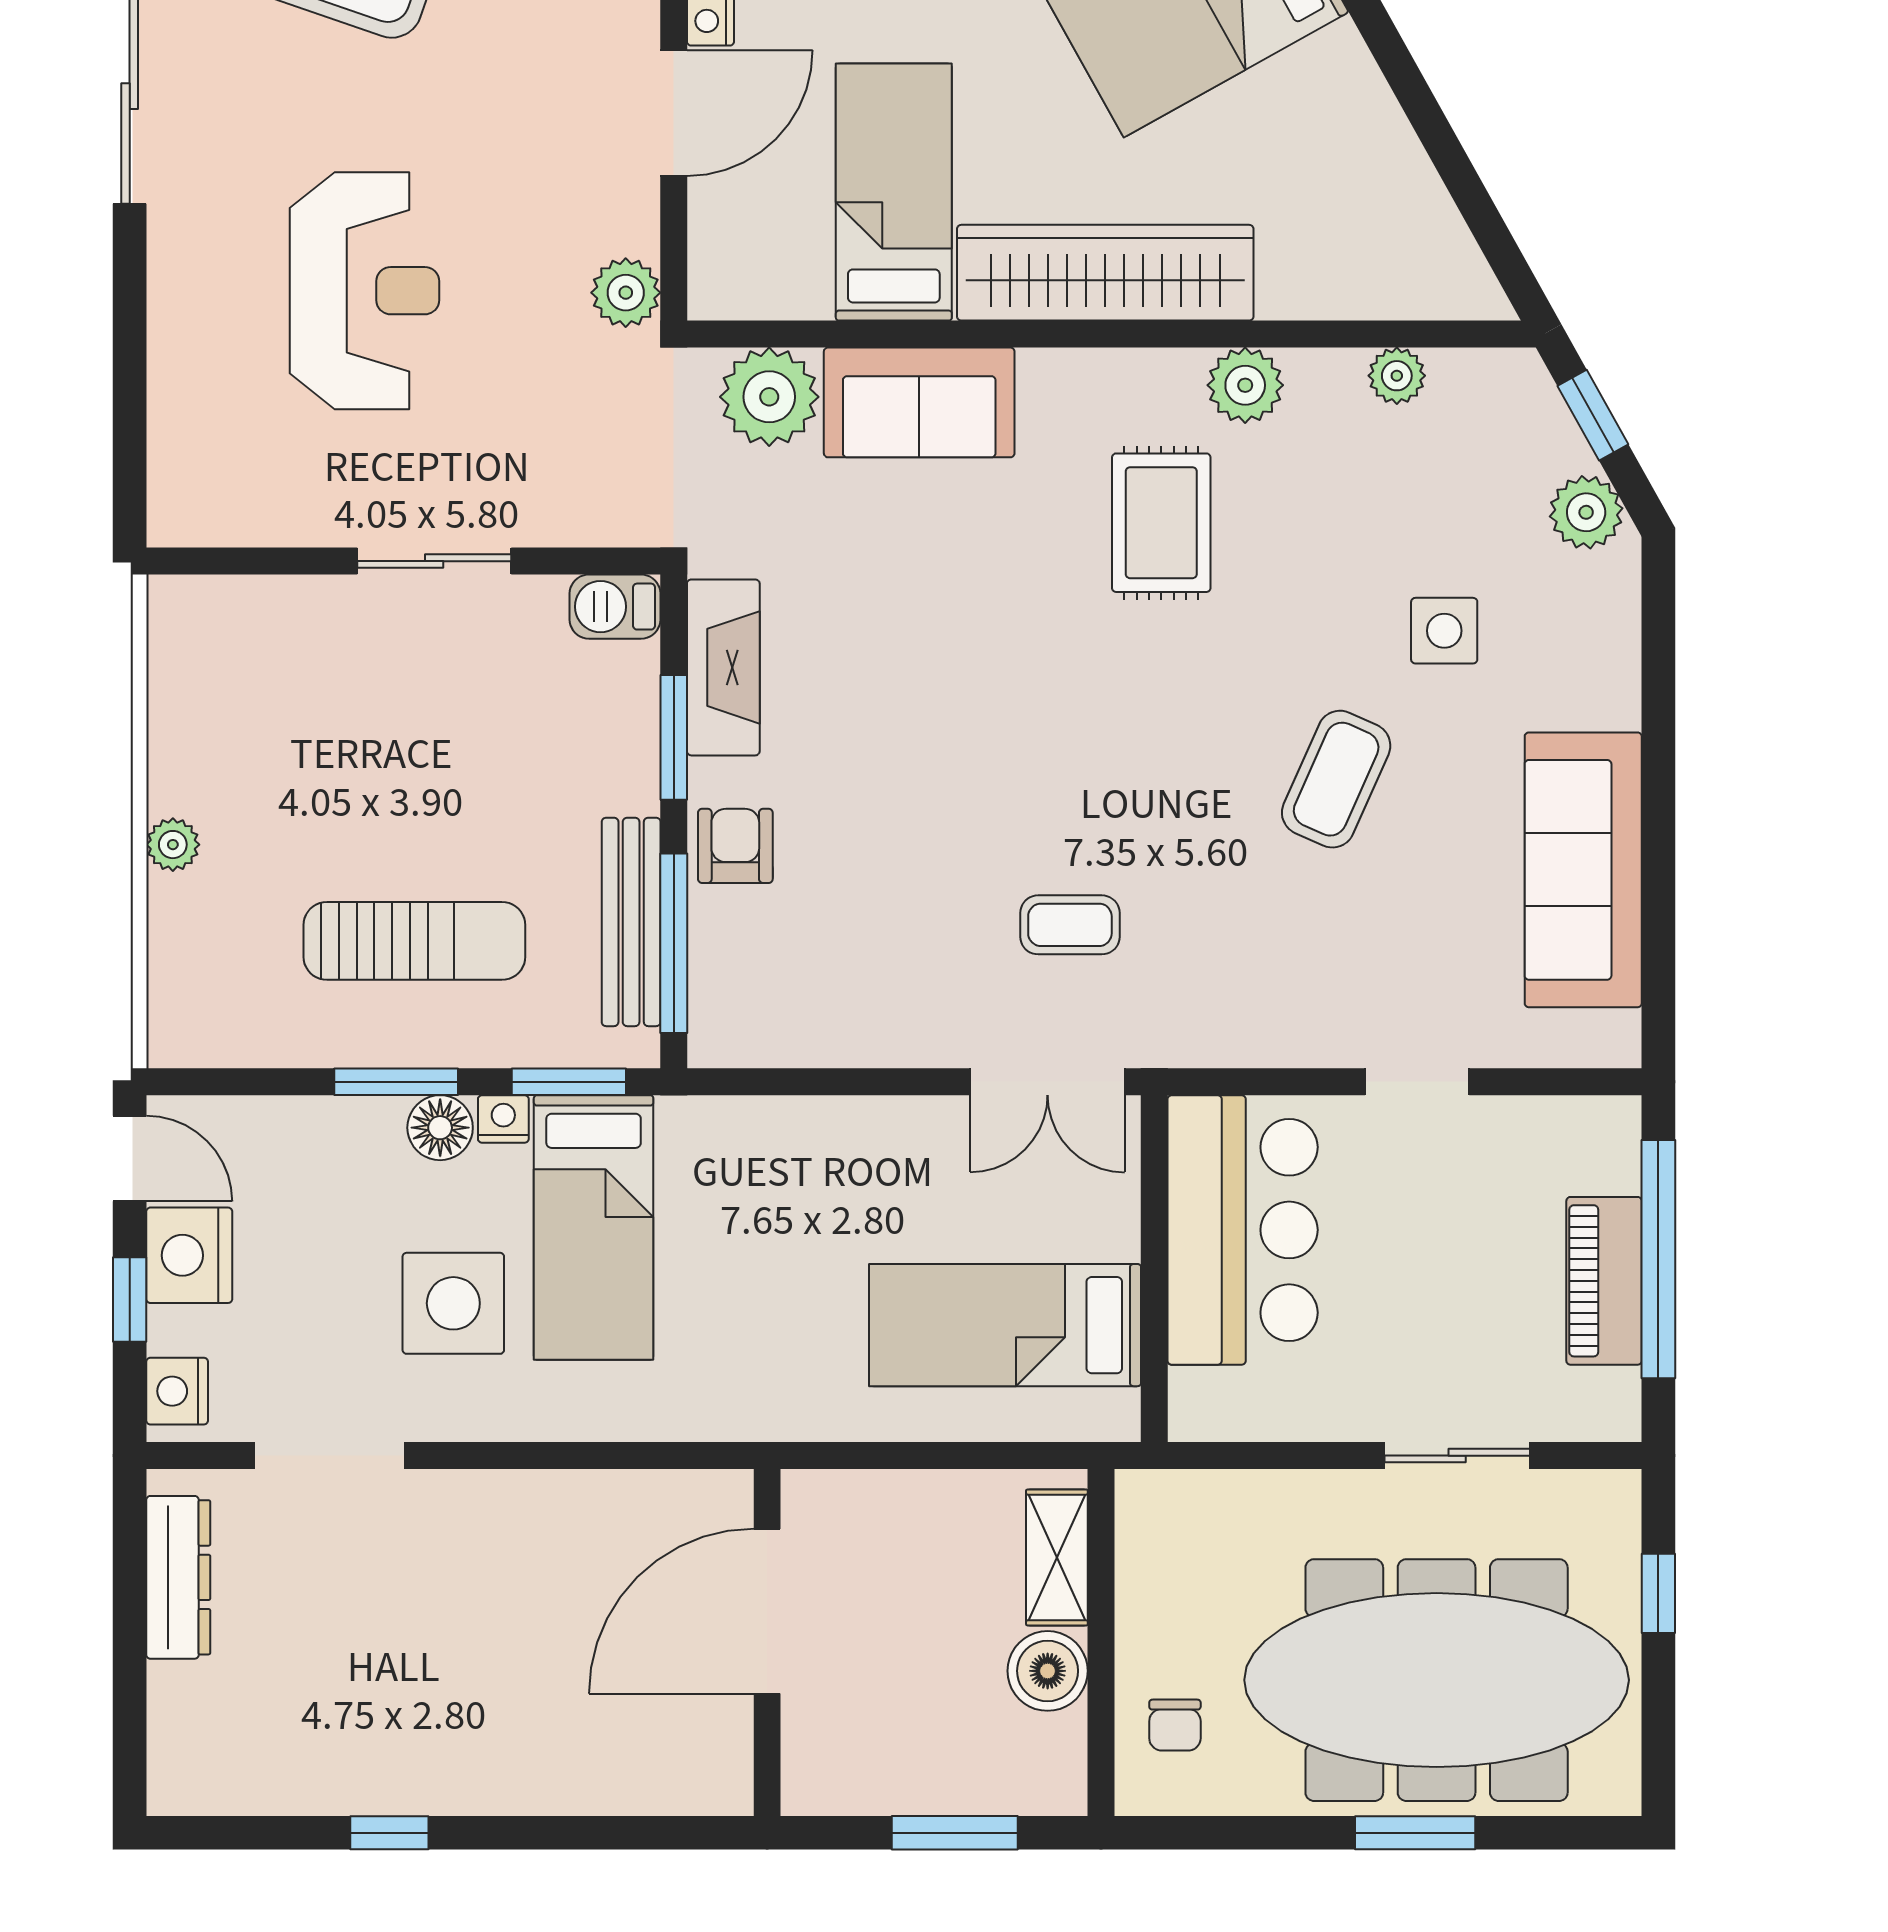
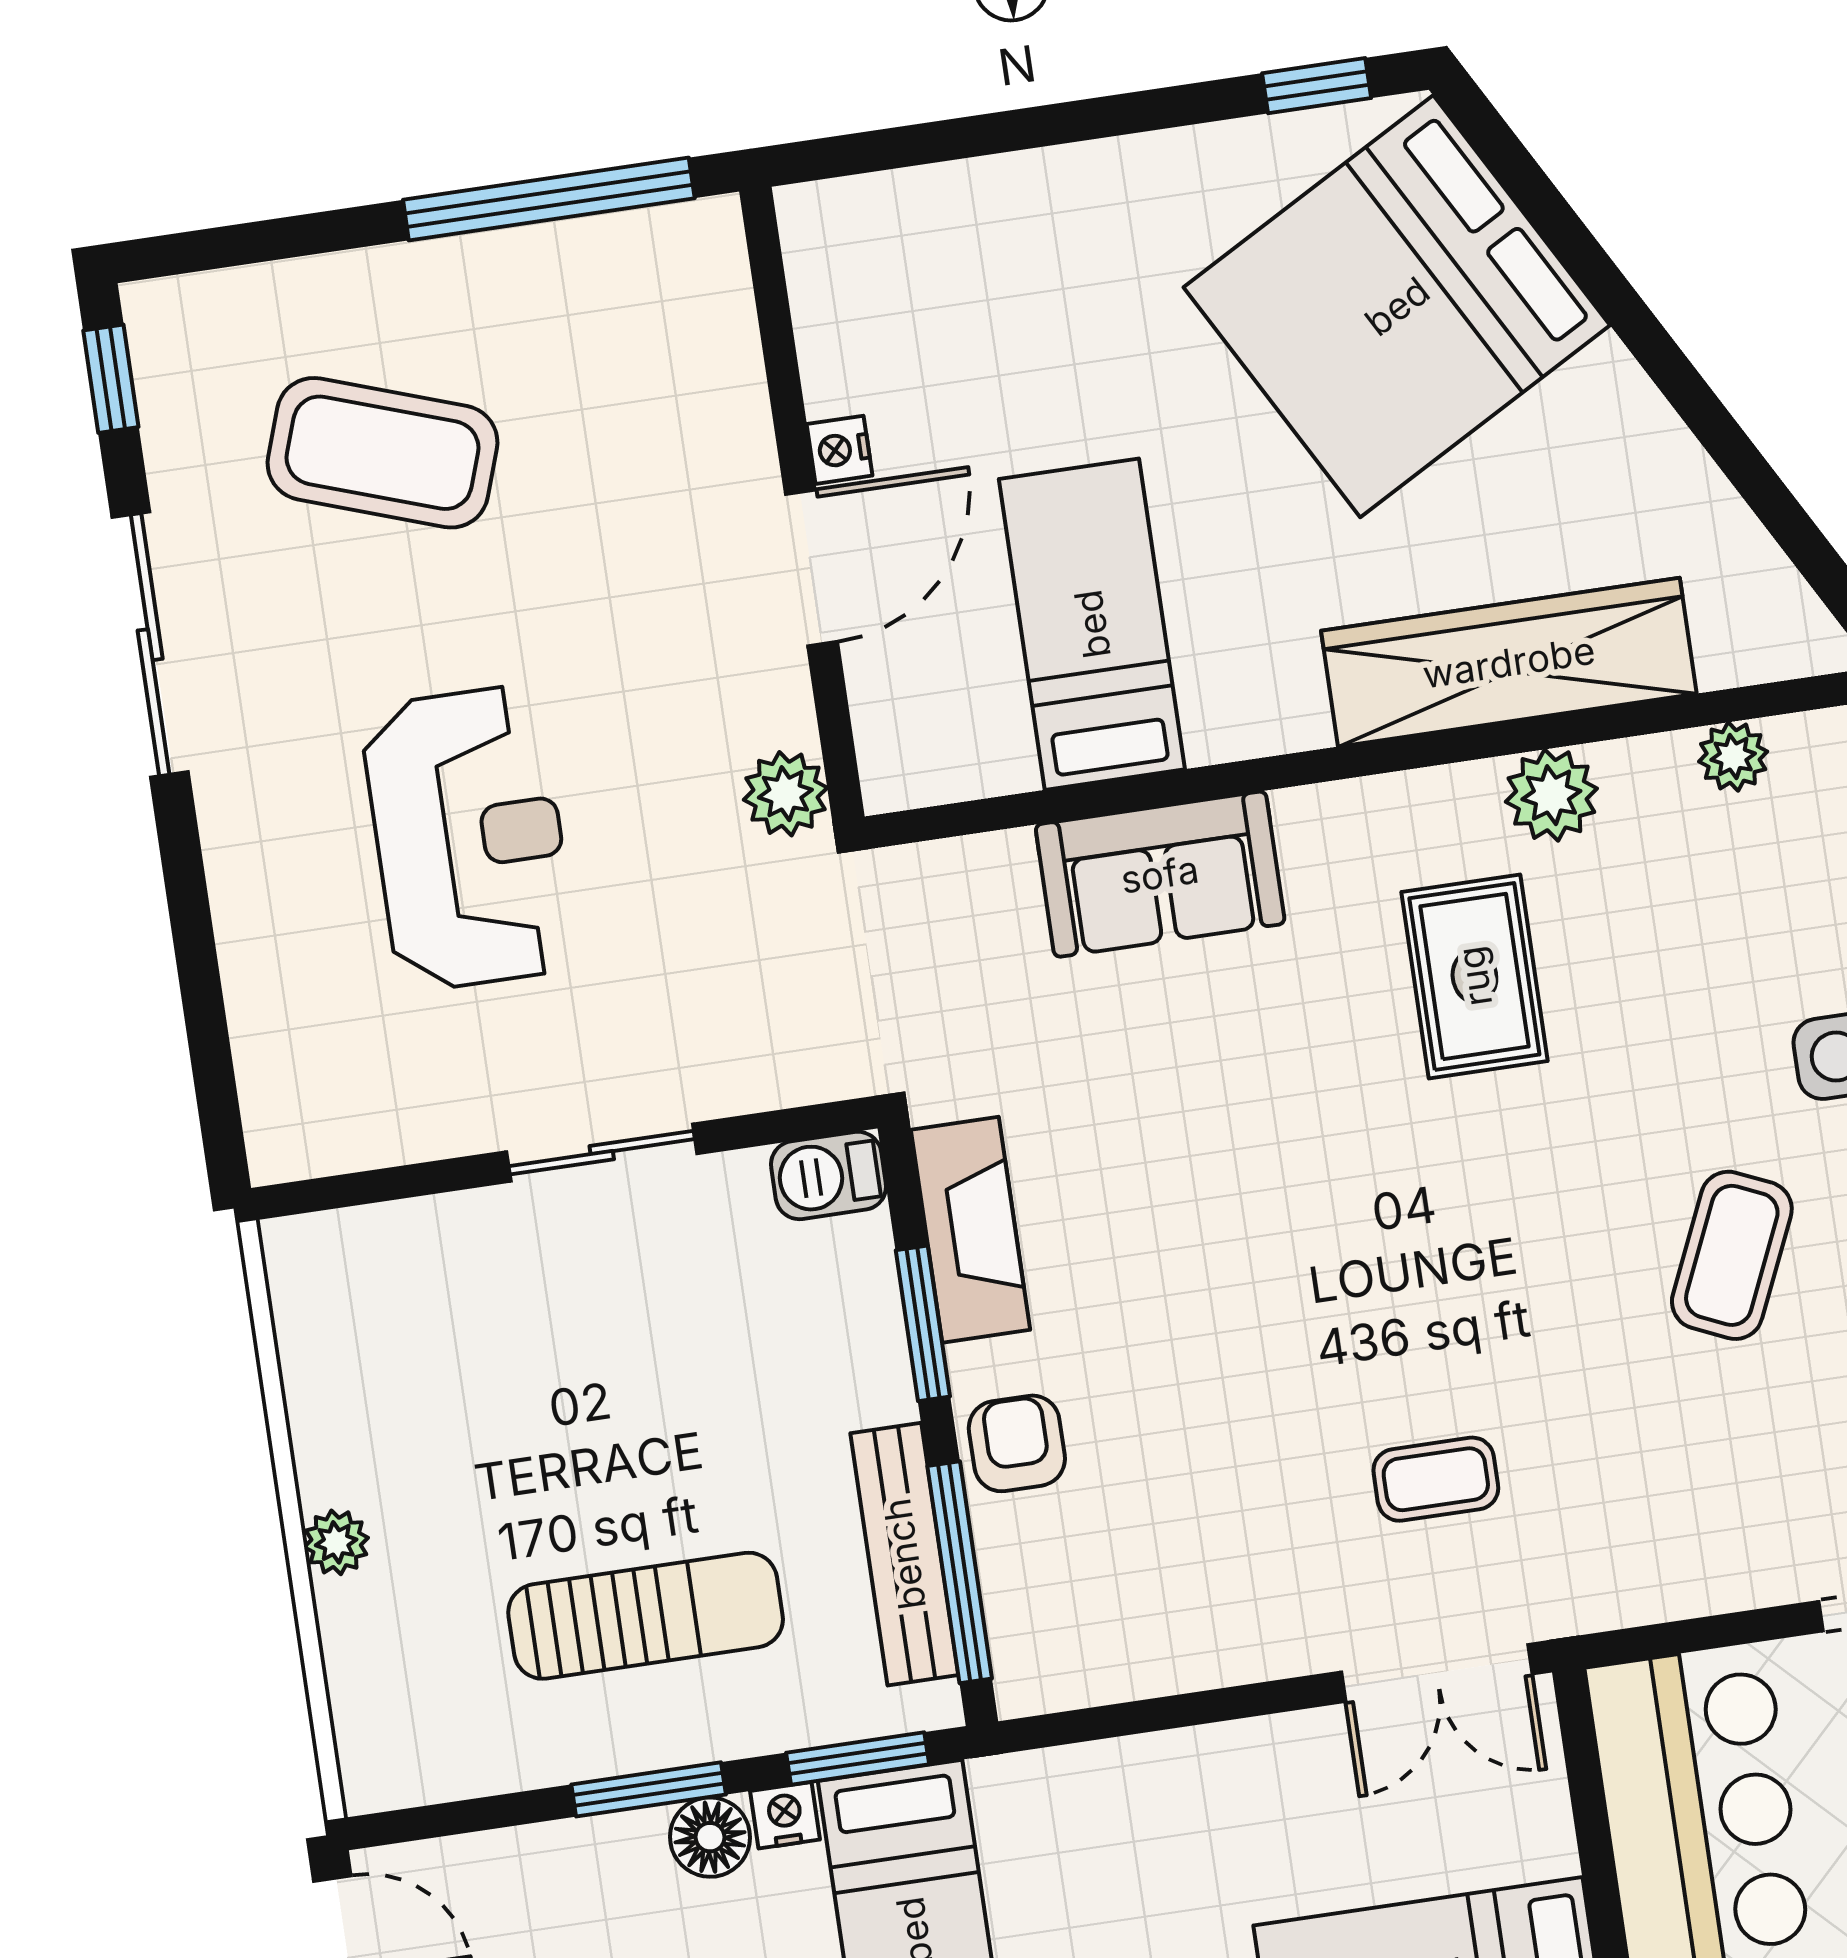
wardrobe: (1105, 273) -> (1509, 662), moved
plant: (769, 397) -> (978, 894), removed

